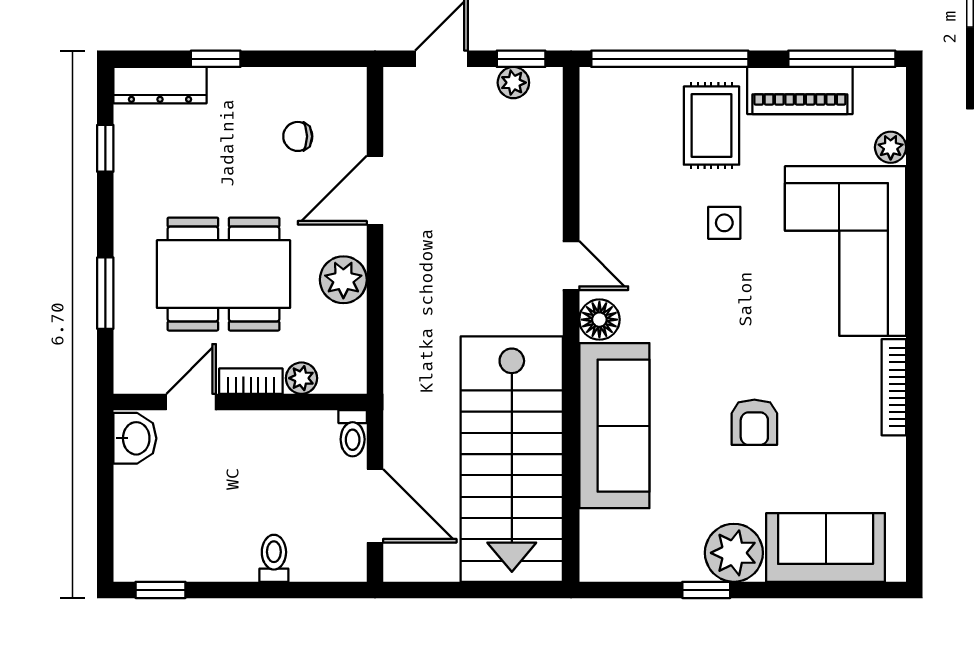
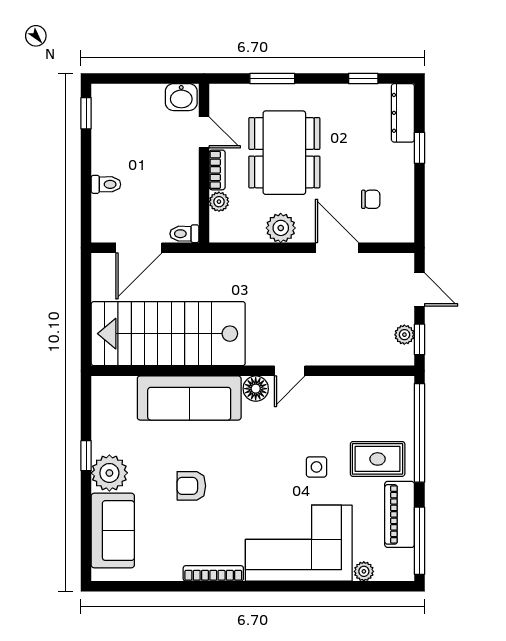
chair: (298, 136) -> (371, 199), turned 90

